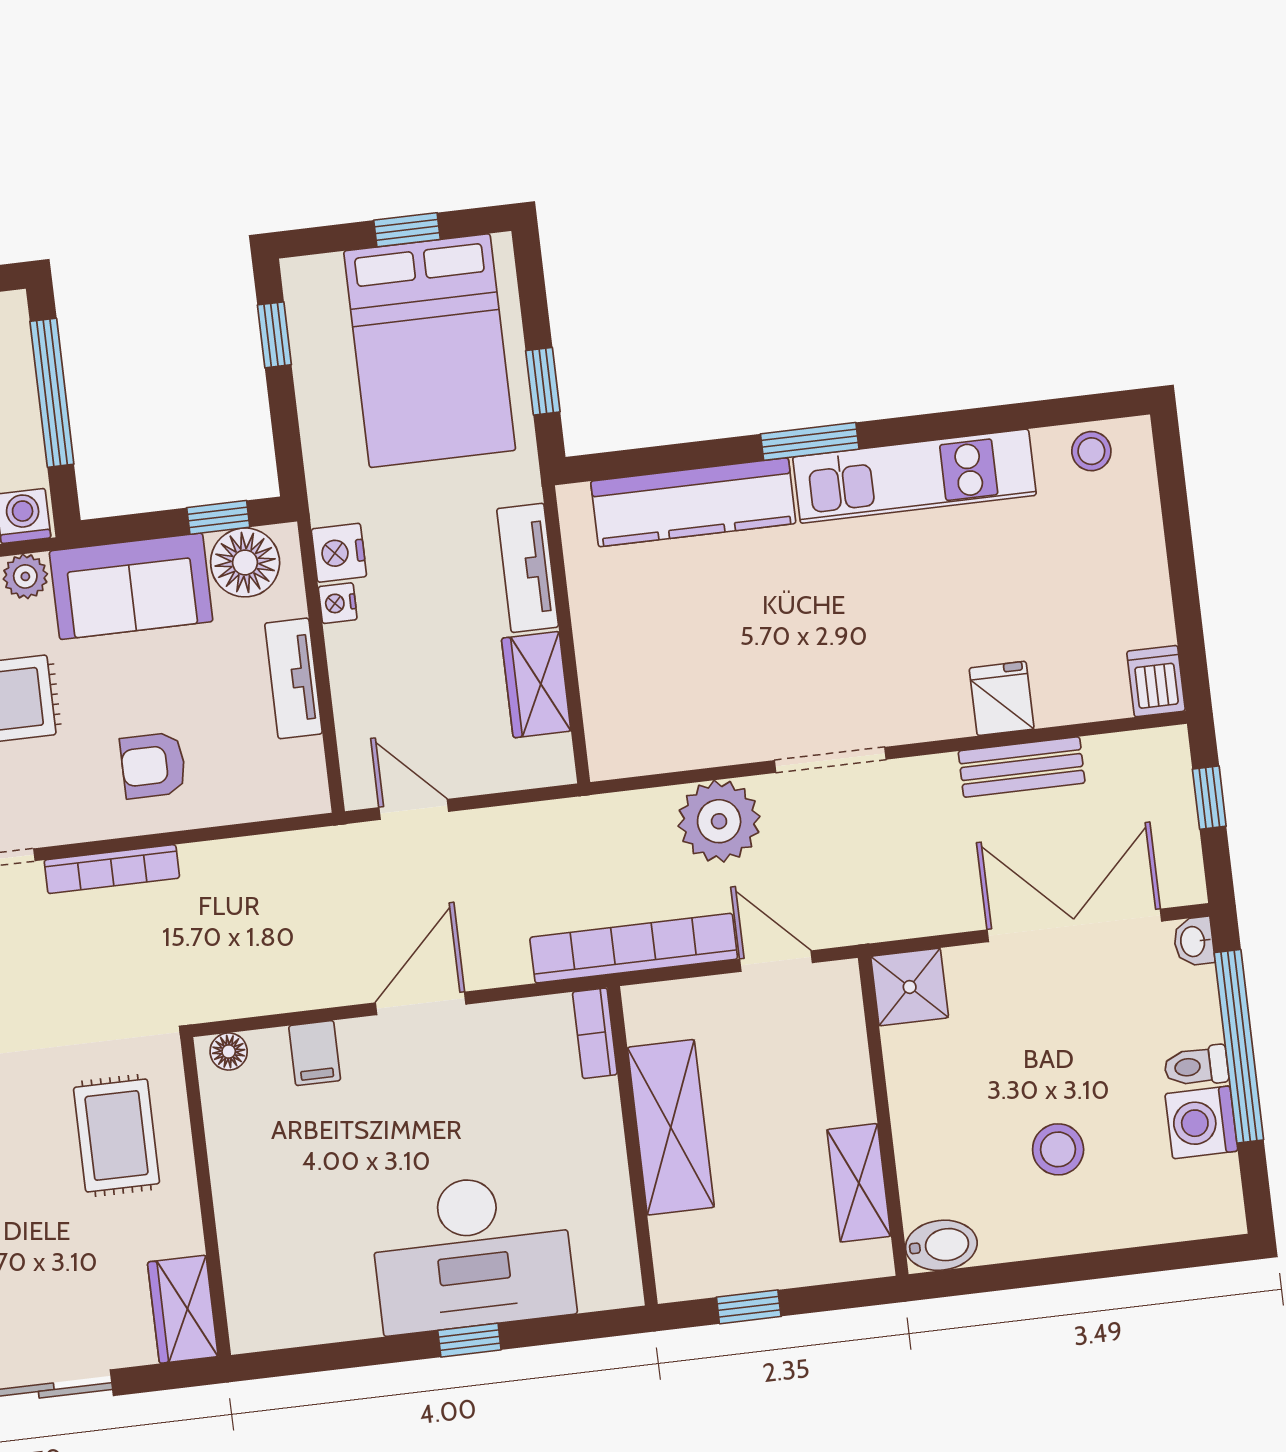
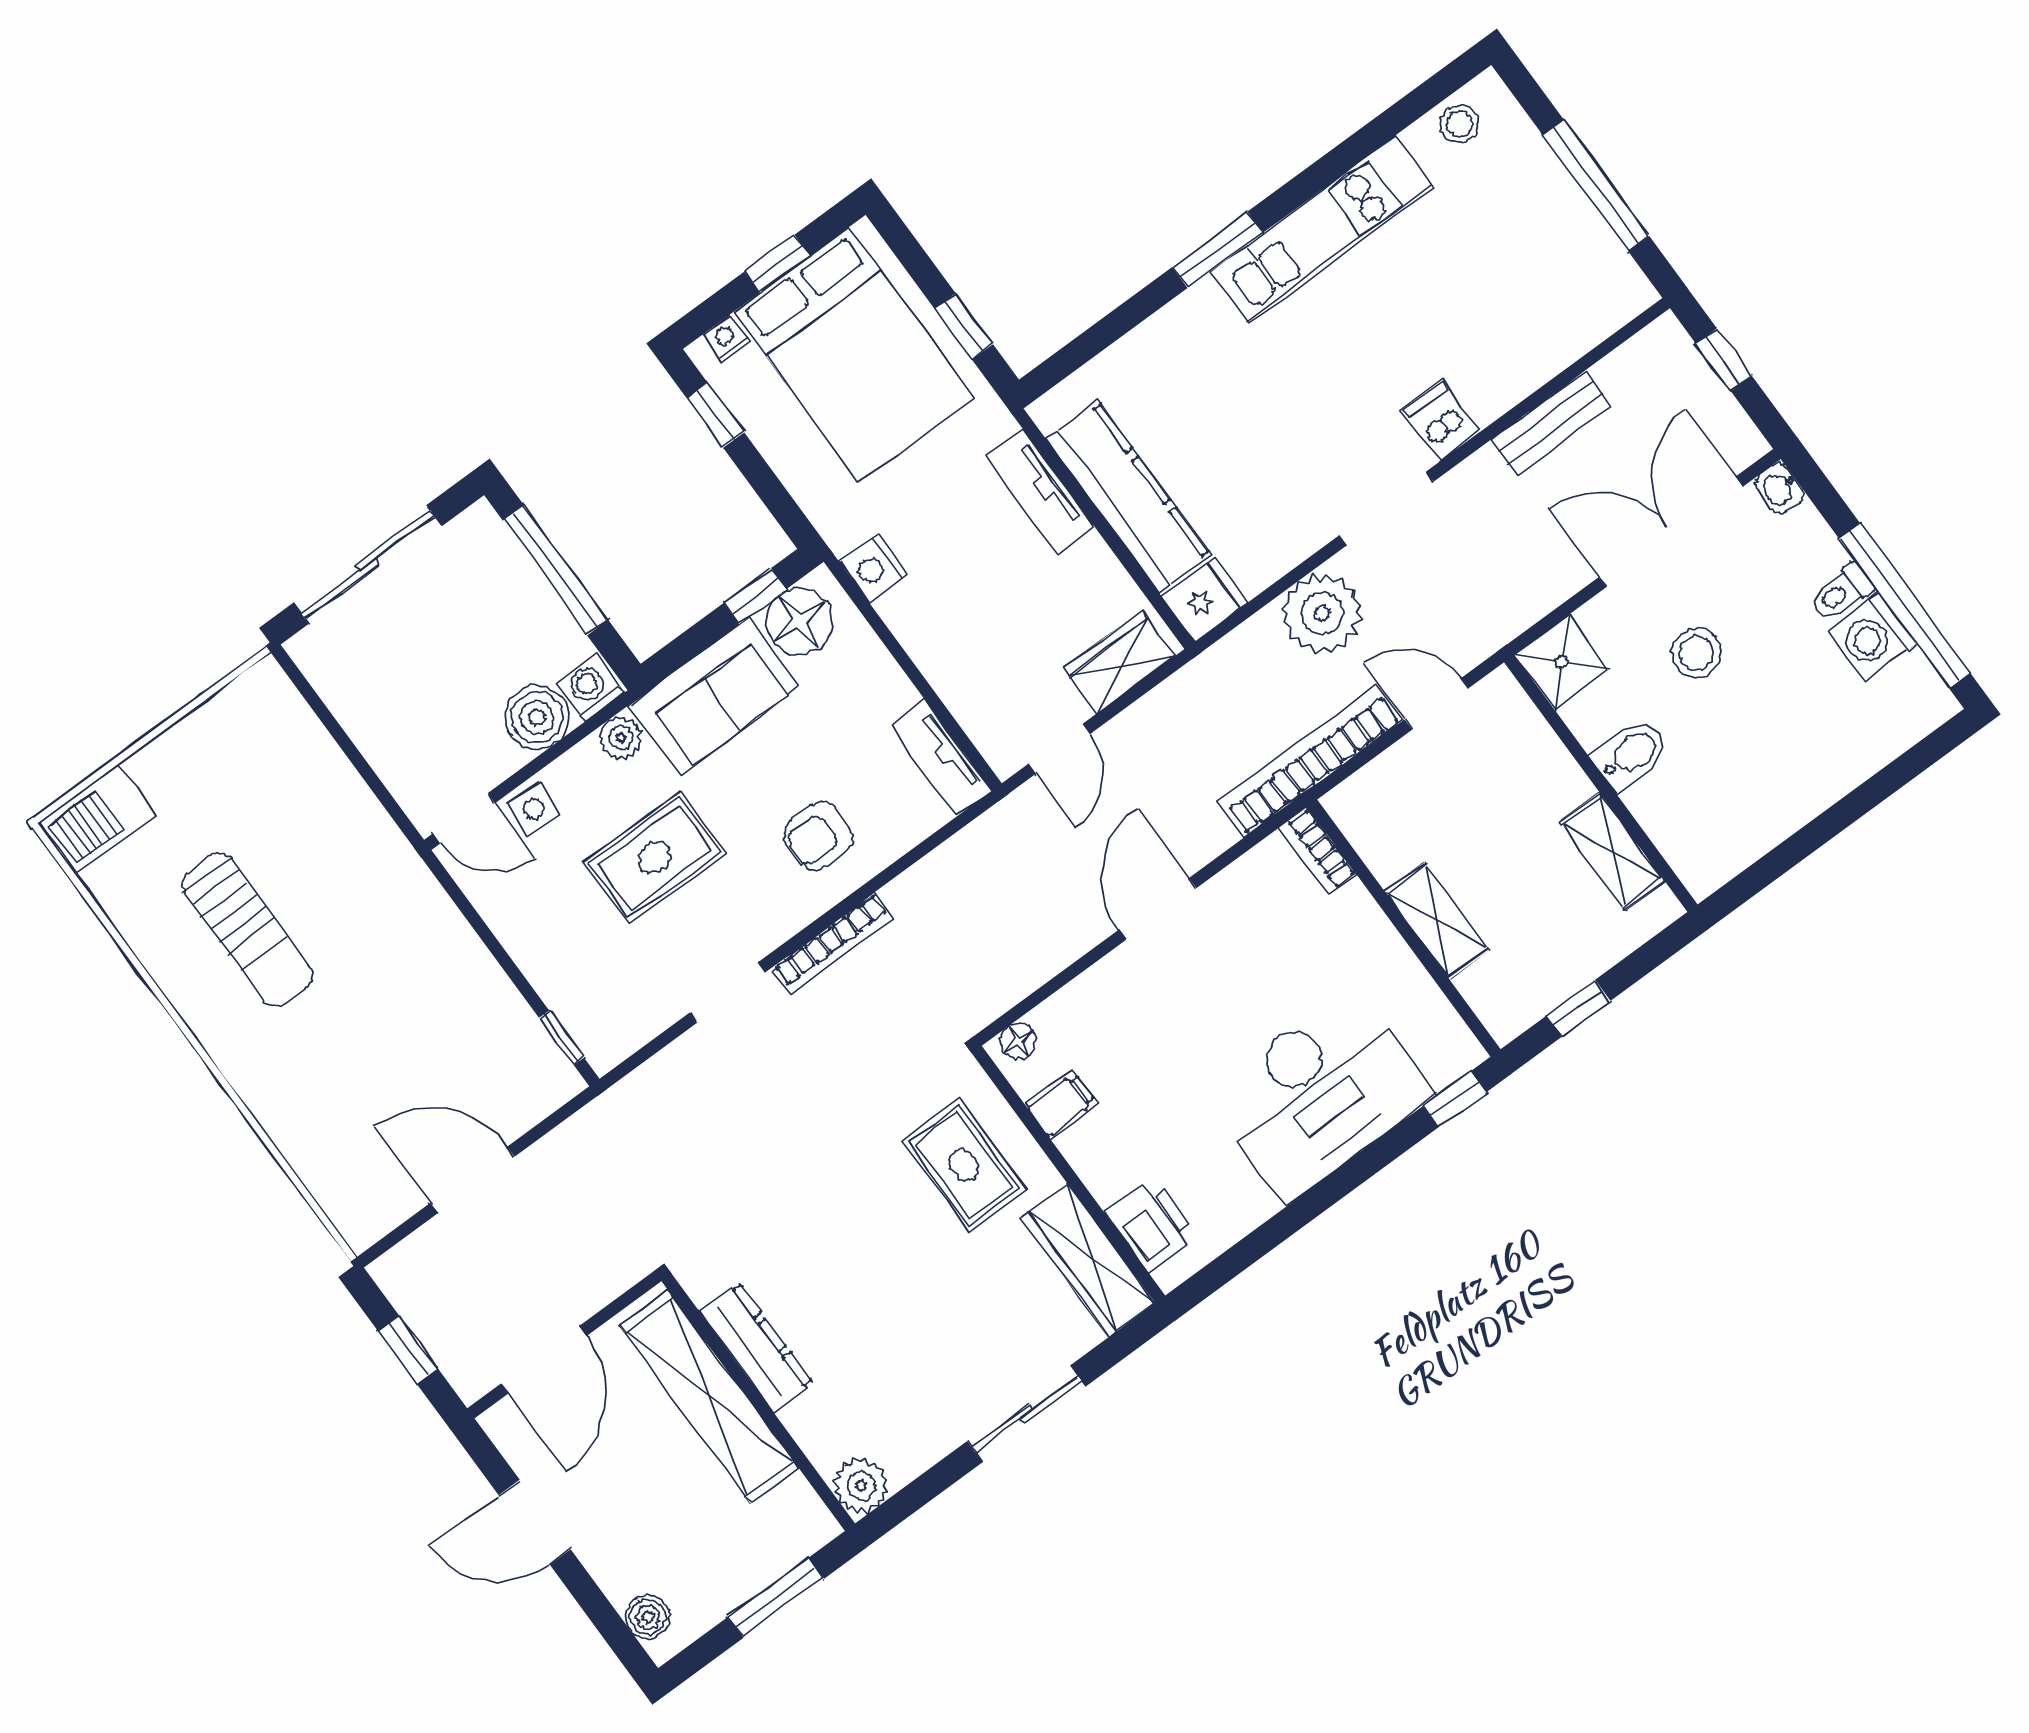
kitchen counter: (693, 502) -> (1128, 497), moved, turned -90
window: (1183, 576) -> (1596, 186), added
nightstand: (338, 603) -> (726, 339), moved, turned 90
tv unit: (293, 678) -> (941, 758), moved
dishwasher: (1156, 681) -> (1441, 421), moved
wardrobe: (536, 685) -> (1119, 662), moved, turned 90
fridge: (1002, 698) -> (1205, 600), moved, turned 90
door: (414, 809) -> (1059, 749), swing flipped
window: (1239, 1046) -> (1905, 606), moved
filing cabinet: (315, 1053) -> (1062, 1105), moved, turned -90
shelving: (671, 1127) -> (1437, 921), width x0.67, depth x0.75
stool: (1058, 1149) -> (1696, 653), moved
bidet: (941, 1245) -> (1631, 755), moved
printer: (255, 1284) -> (1151, 1225), added
wardrobe: (183, 1309) -> (1088, 1260), width x1.50
window: (469, 1340) -> (1455, 1099), moved

